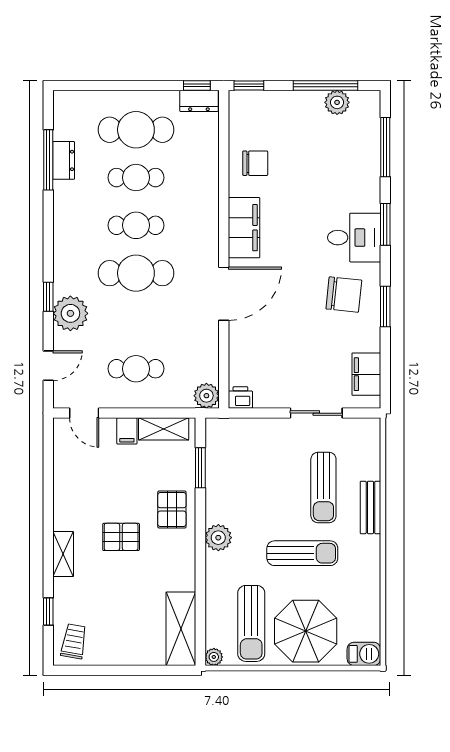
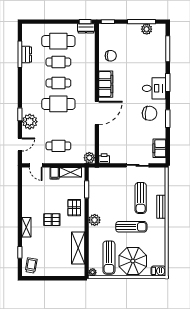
shelving: (181, 629) -> (78, 248), moved

